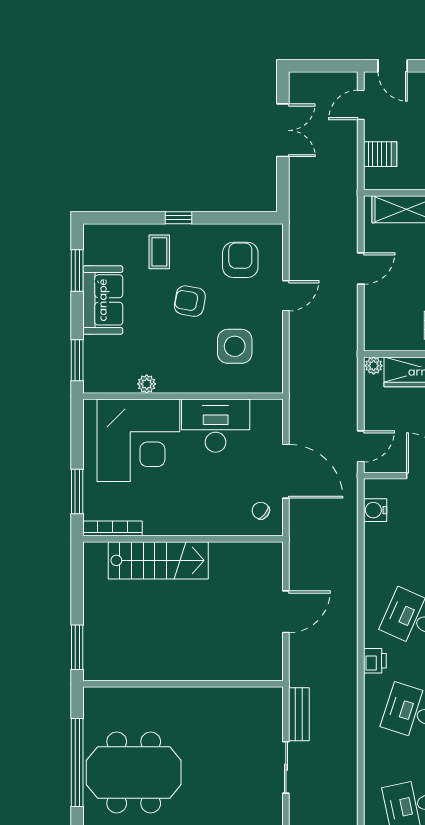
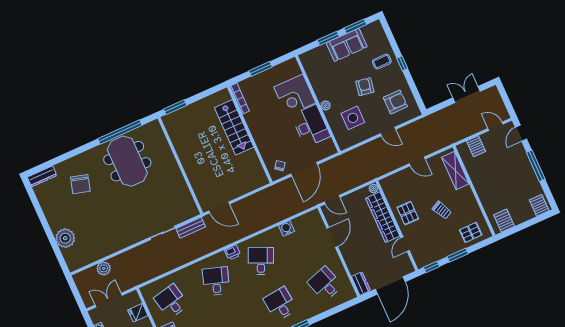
double door: (283, 130) -> (467, 95), swing flipped
window: (77, 360) -> (328, 38), moved
plant: (147, 384) -> (326, 105), moved
corner desk: (138, 440) -> (295, 95), width x0.74, depth x0.74
window: (77, 492) -> (260, 69), moved
water cooler: (375, 510) -> (286, 228), moved
door: (286, 612) -> (219, 207), moved

